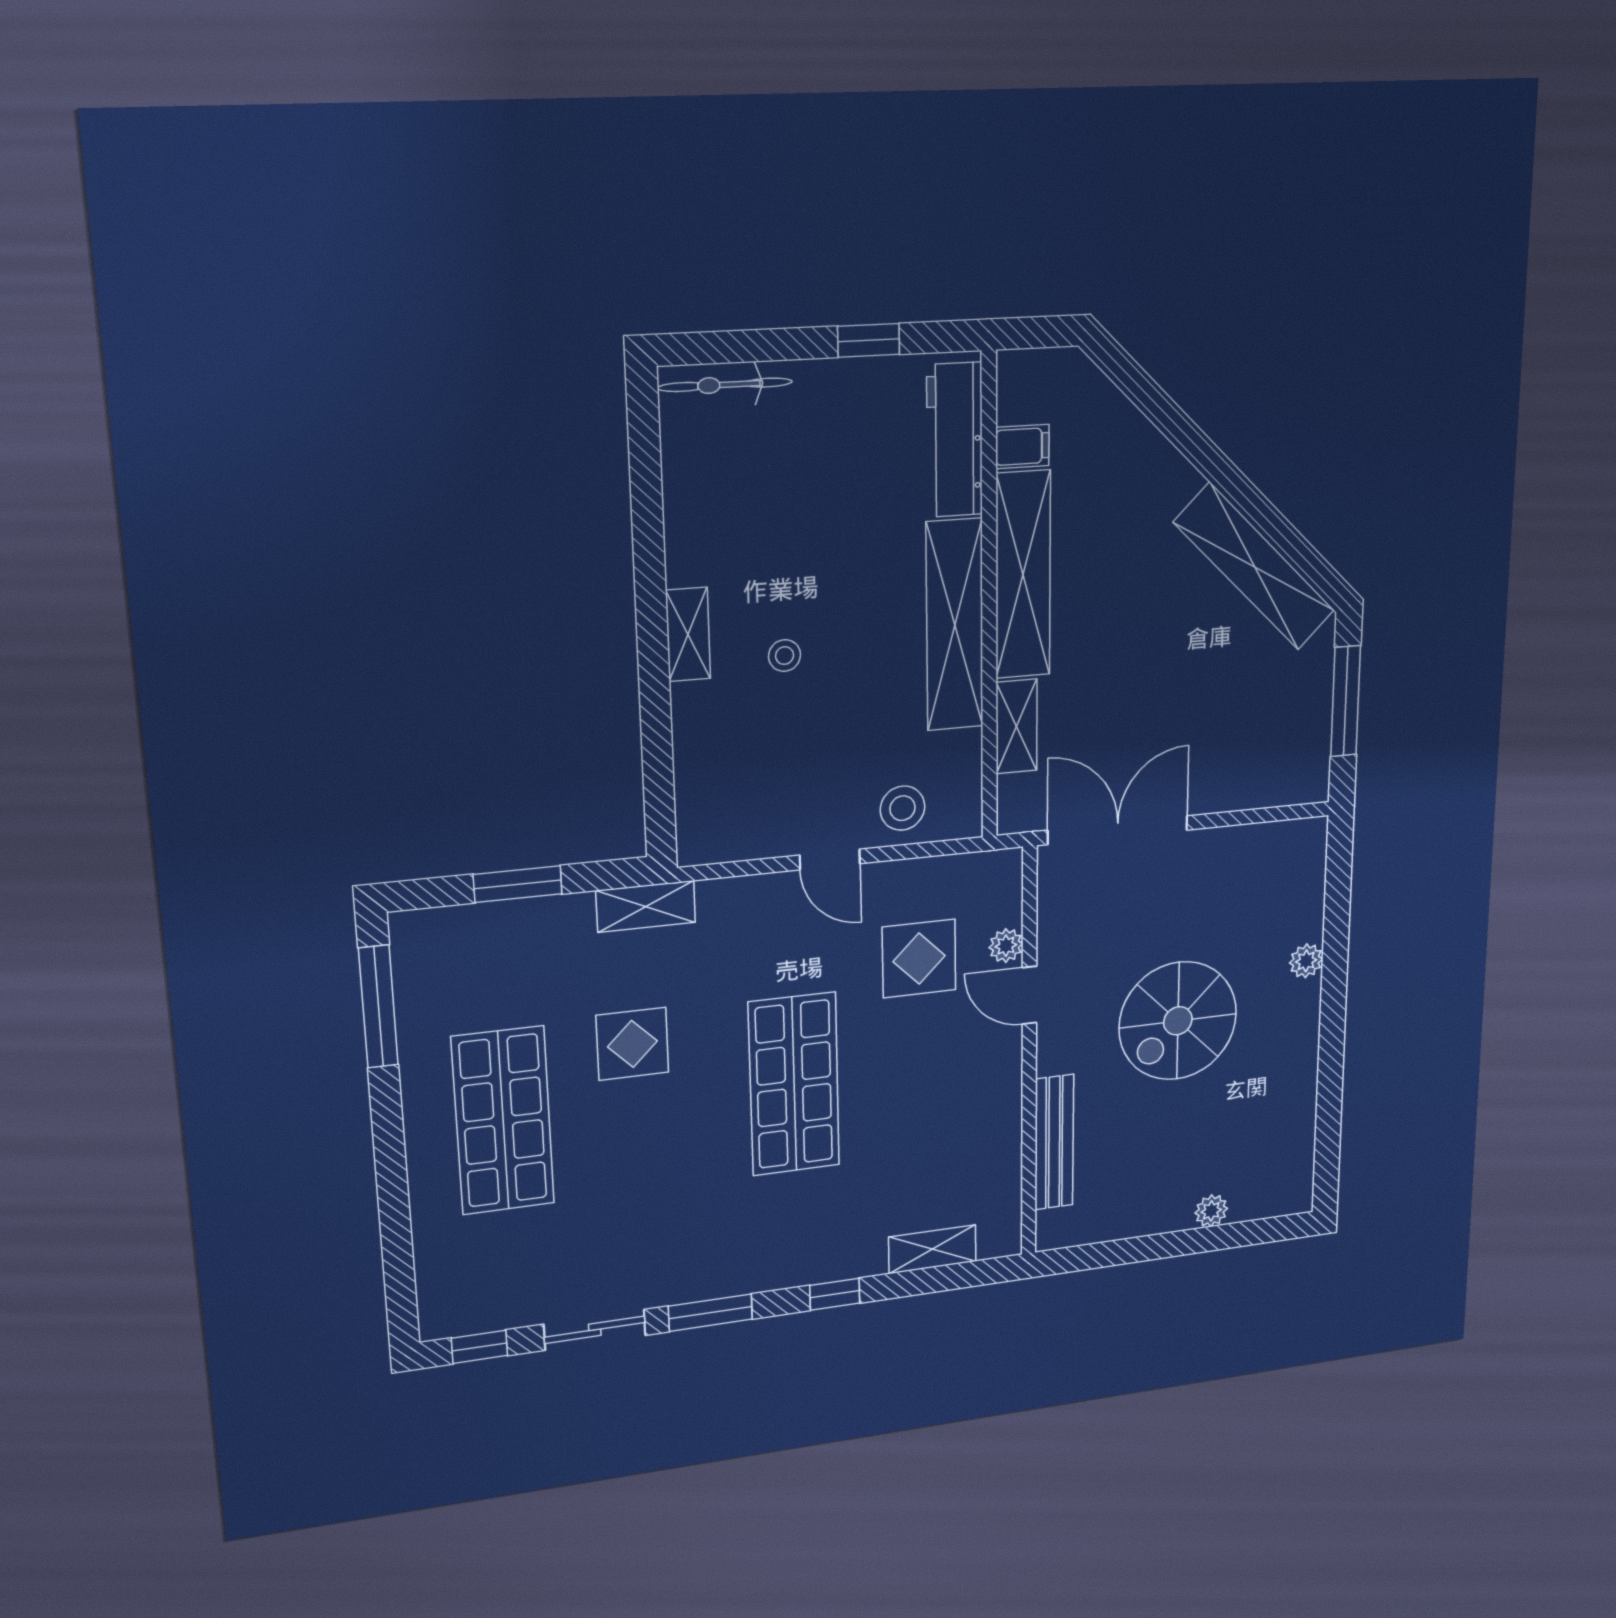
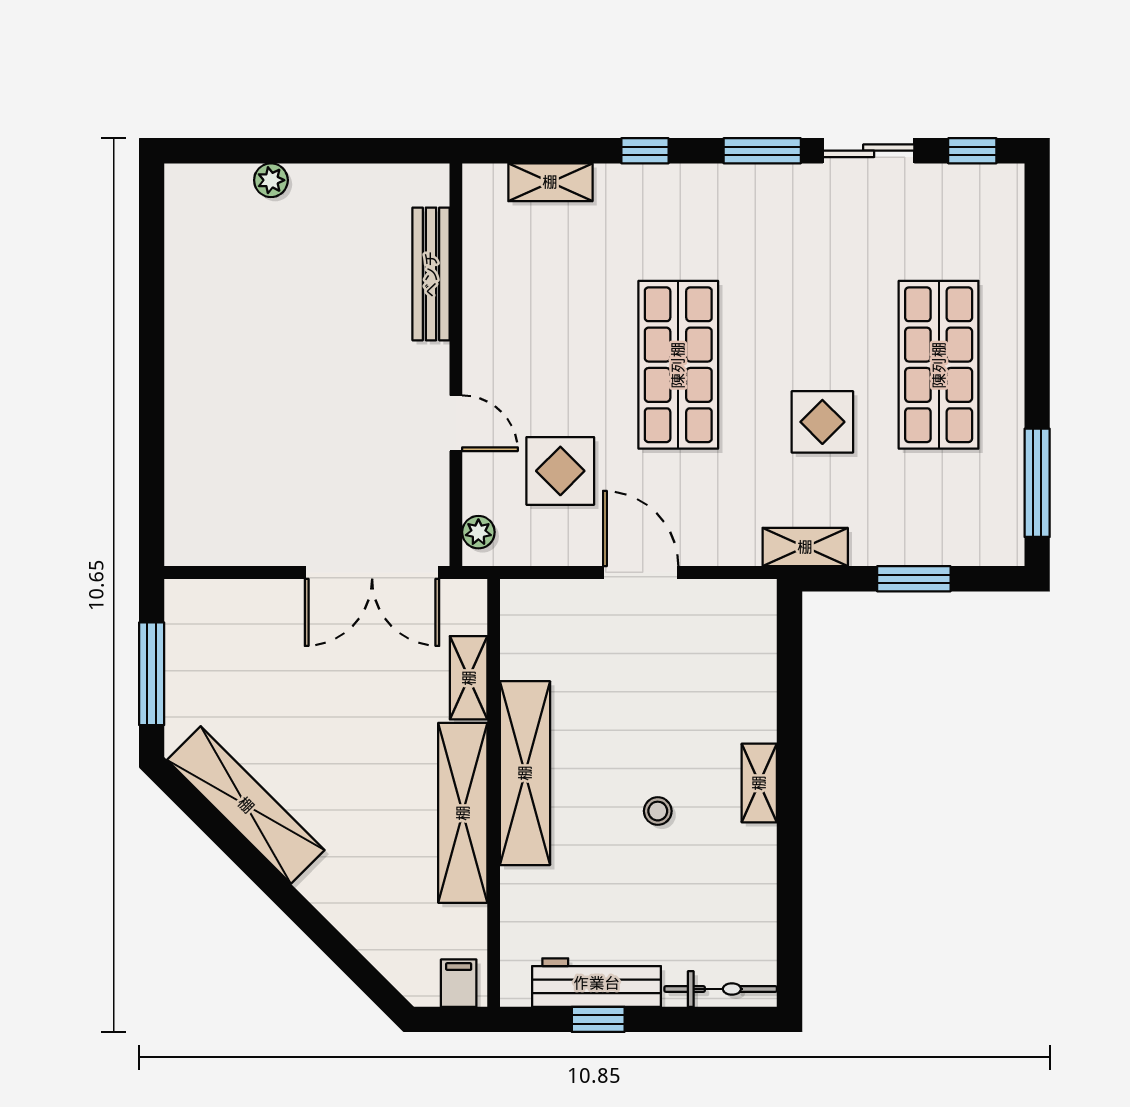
workbench: (955, 440) -> (597, 983), moved, turned -90
filing cabinet: (1022, 447) -> (459, 983), moved, turned 90
stool: (785, 656) -> (658, 811), moved
stool: (902, 808) -> (574, 613), removed
door: (830, 859) -> (641, 572), width x1.37
plant: (1006, 946) -> (478, 532), moved
plant: (1306, 961) -> (181, 425), removed
spiral stairs: (1178, 1021) -> (310, 380), removed

